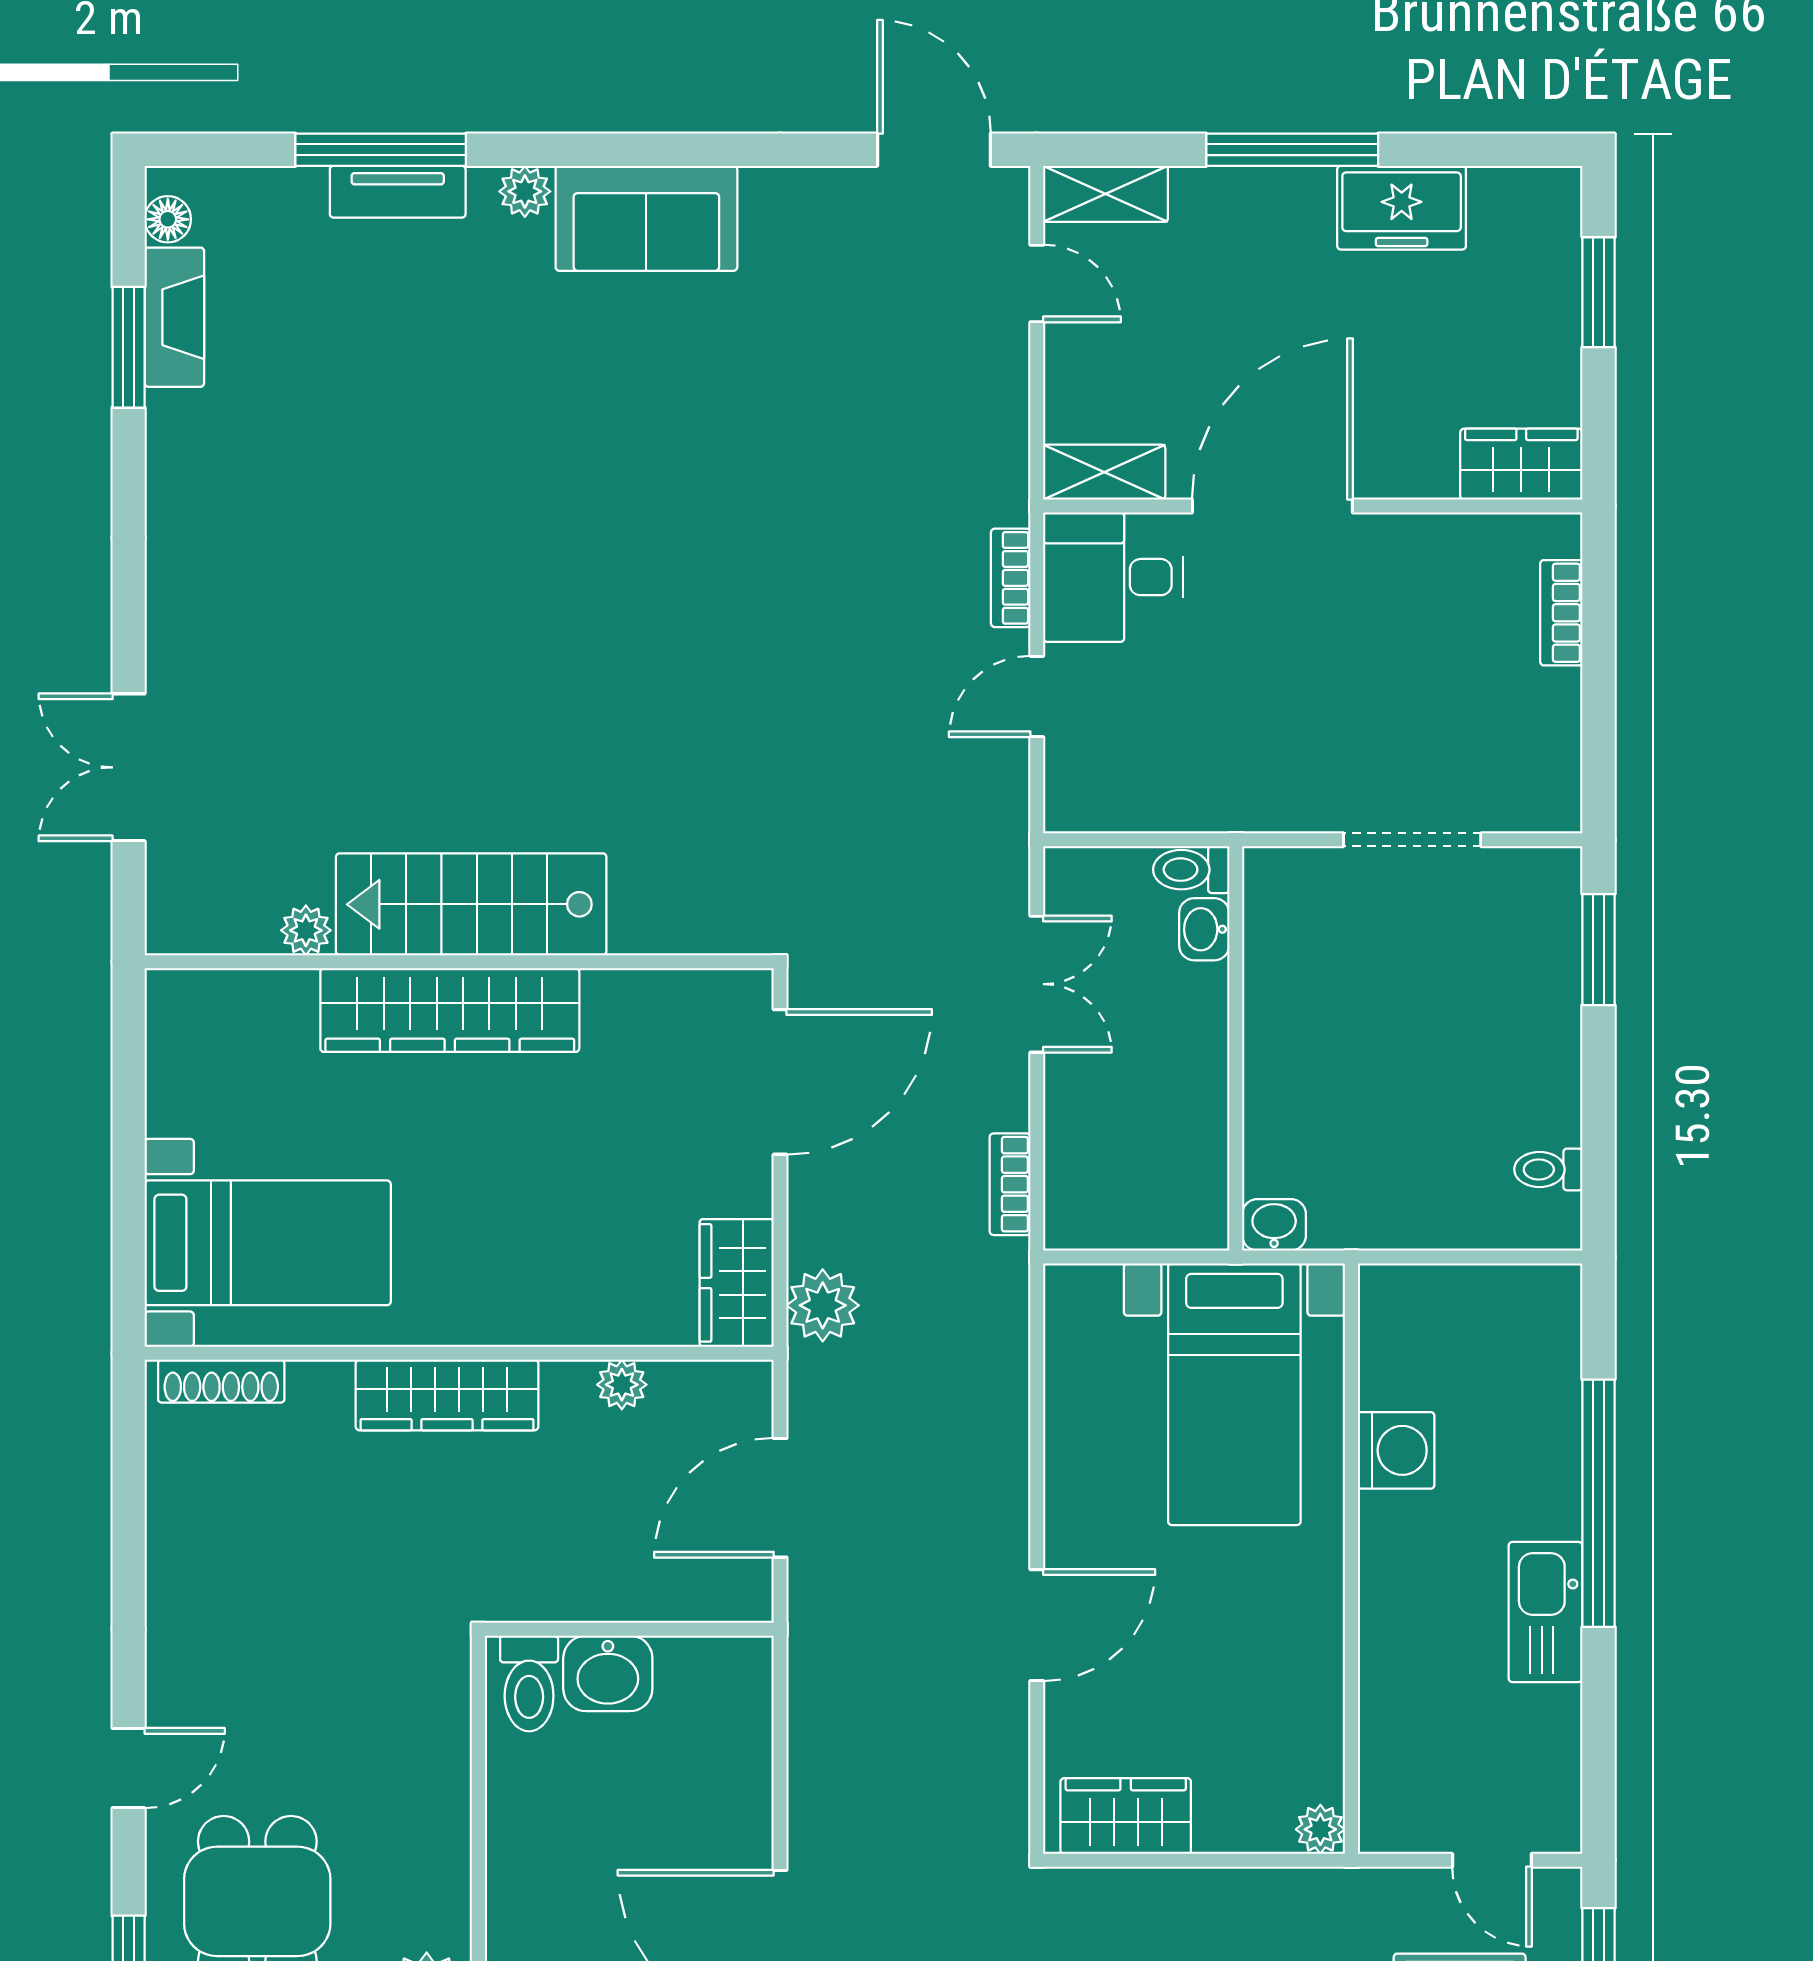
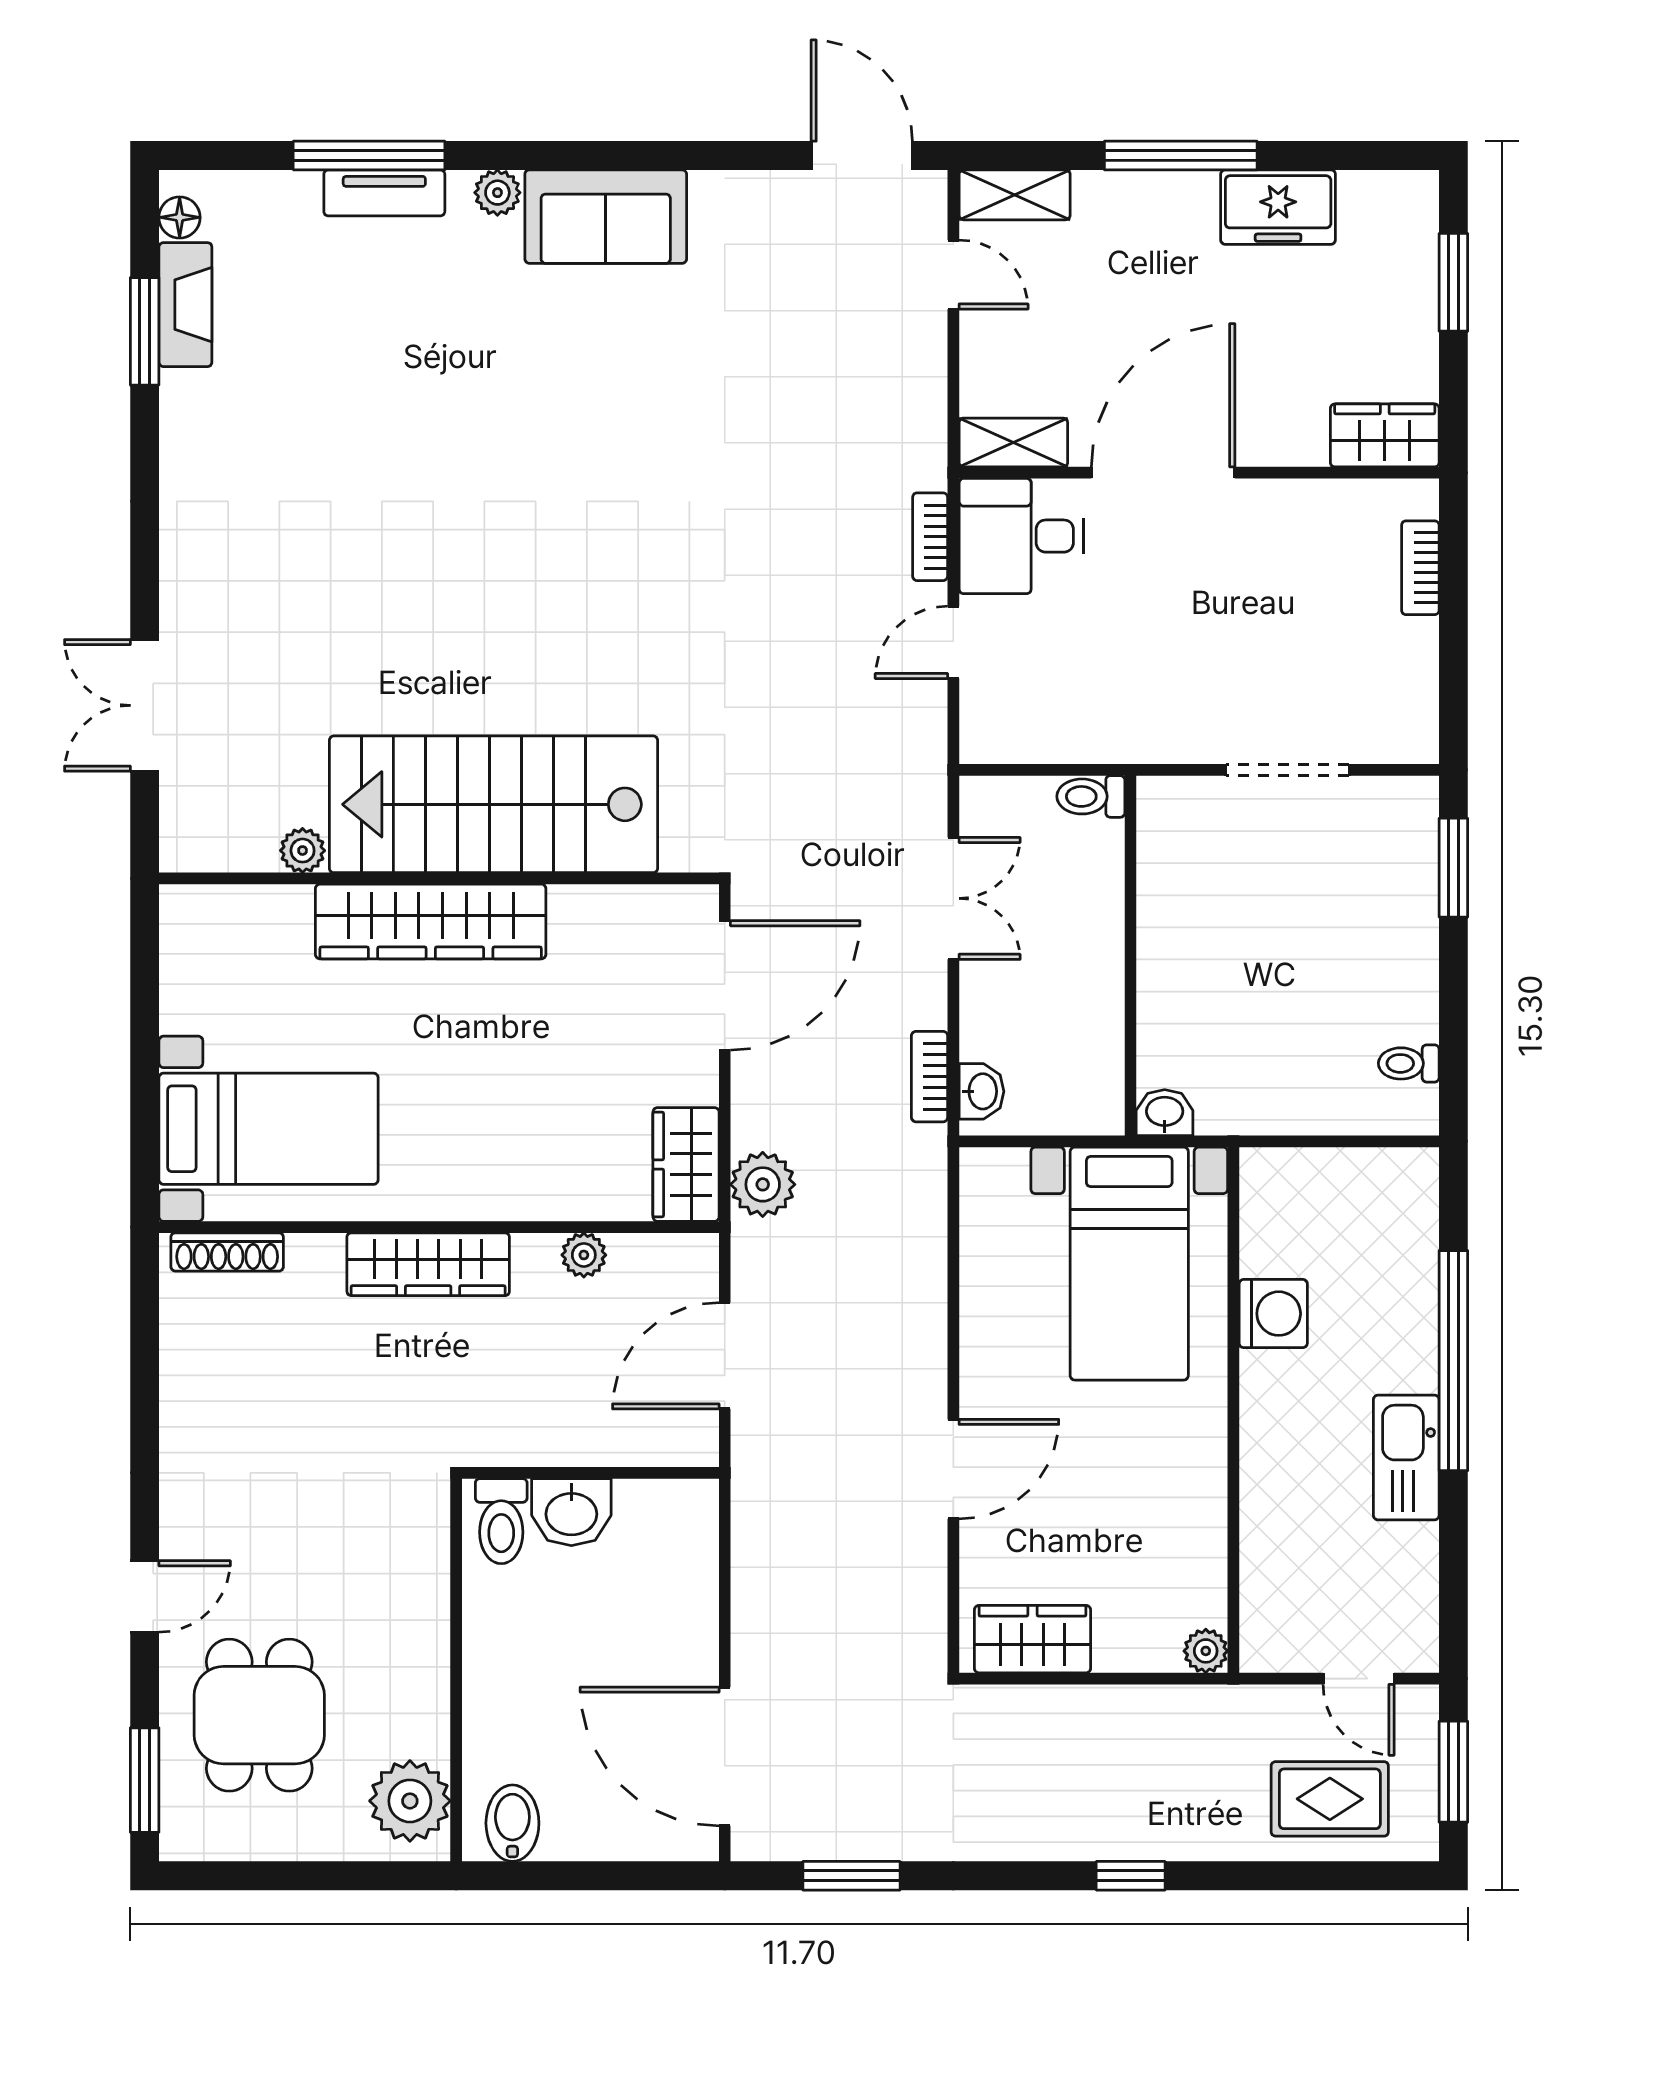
stairs: (471, 904) -> (494, 804), width x1.36, depth x1.51
washbasin: (1204, 929) -> (981, 1091), moved, turned 180

